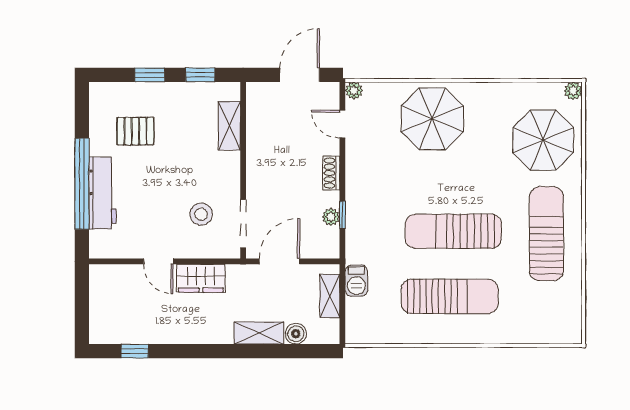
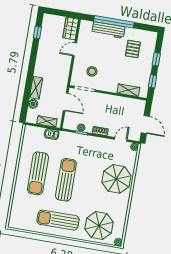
sun lounger: (546, 234) -> (58, 220), turned 180
wardrobe: (201, 278) -> (71, 28), moved

